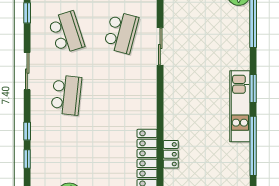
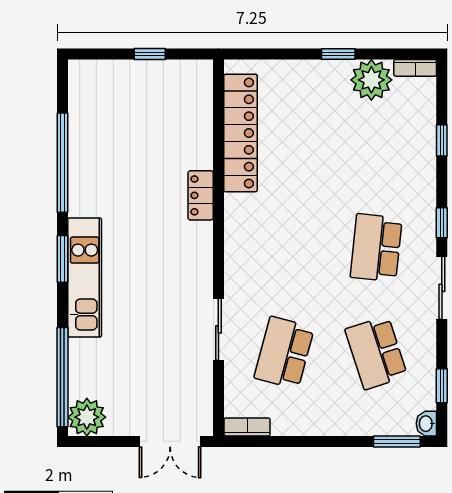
kitchen unit: (240, 106) -> (85, 277), moved
window: (27, 131) -> (442, 223), moved
locker: (171, 154) -> (201, 195), moved

